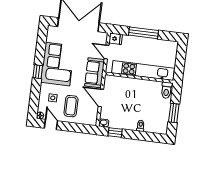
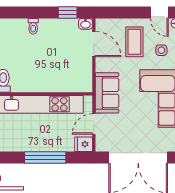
door: (107, 52) -> (94, 124), swing flipped
door: (101, 98) -> (94, 44), moved

